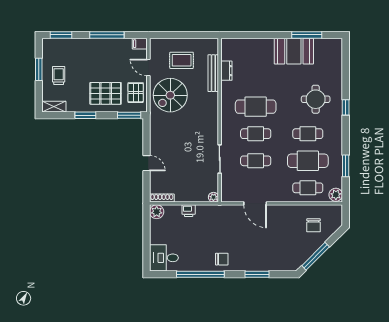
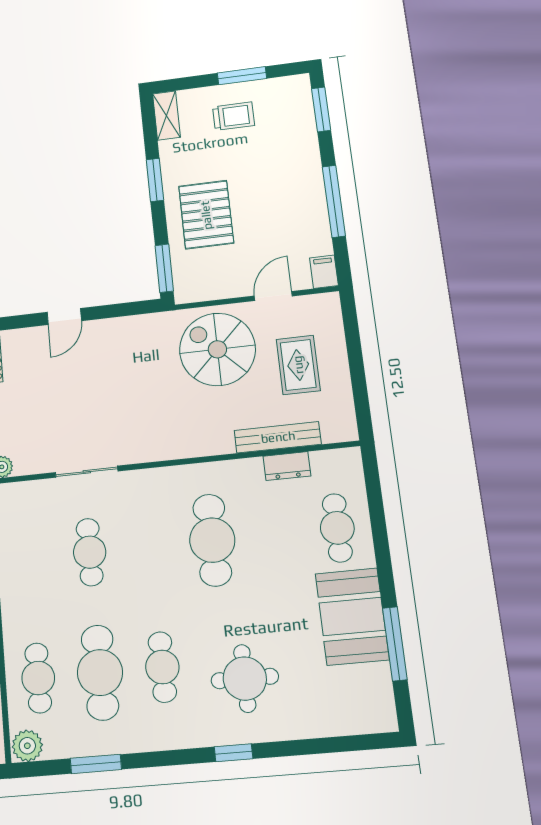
pallet: (136, 93) -> (215, 276), removed
cafe table: (256, 134) -> (337, 528), moved

